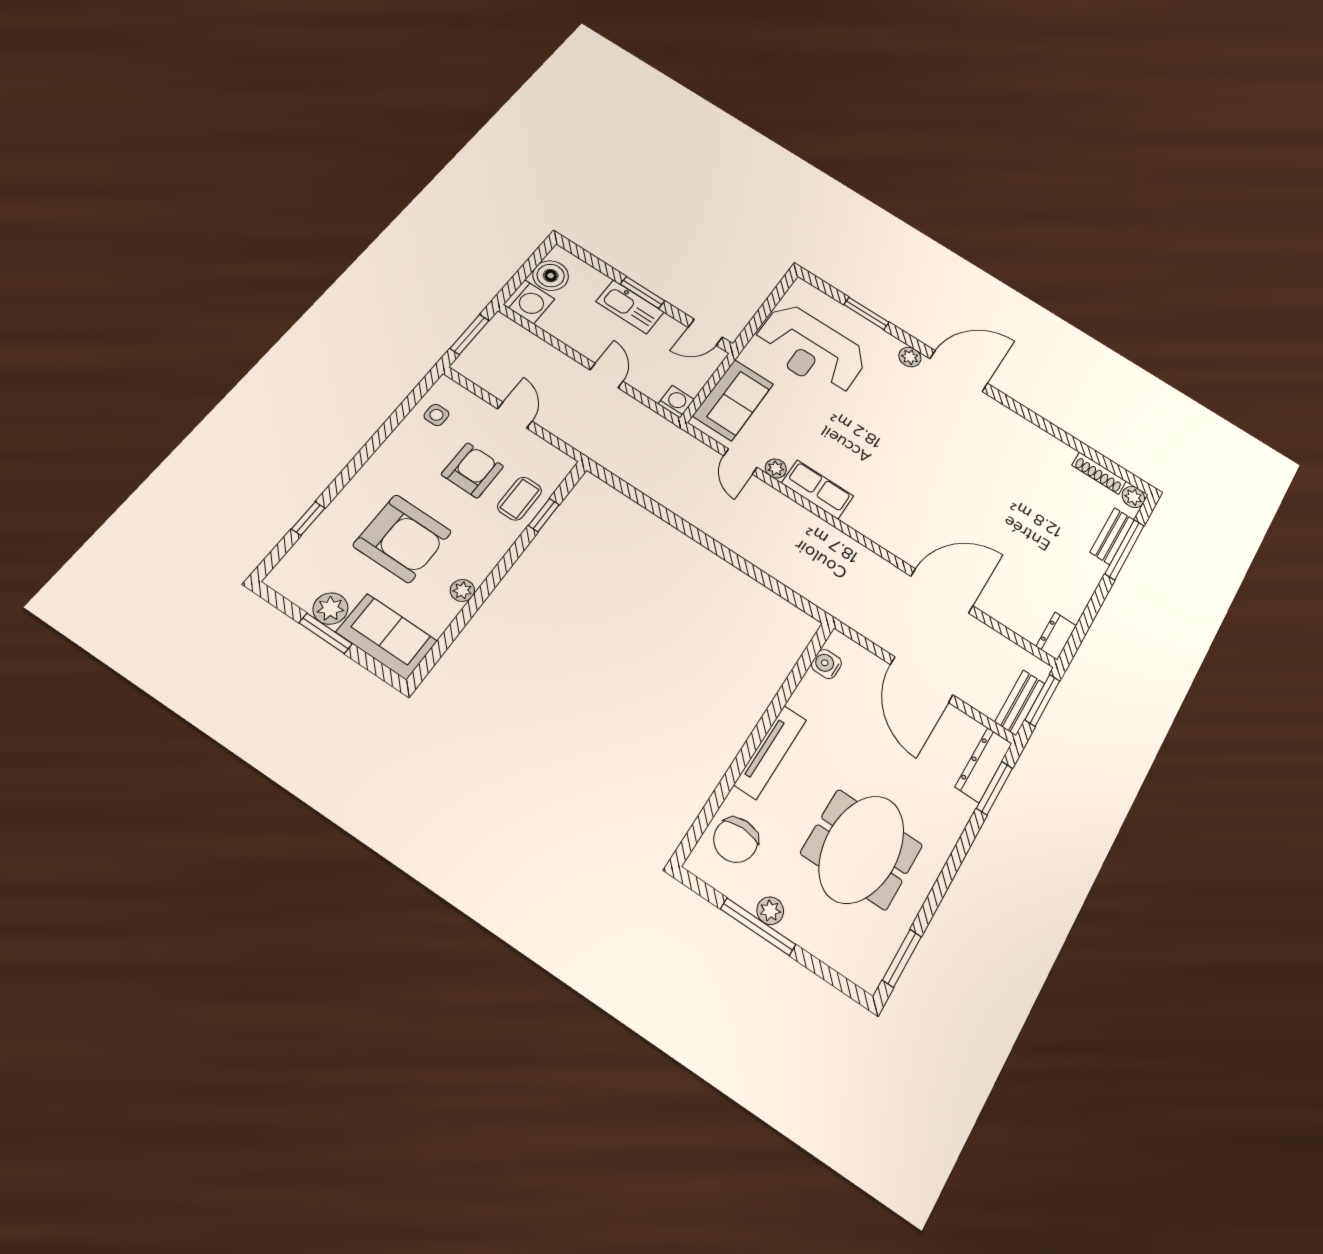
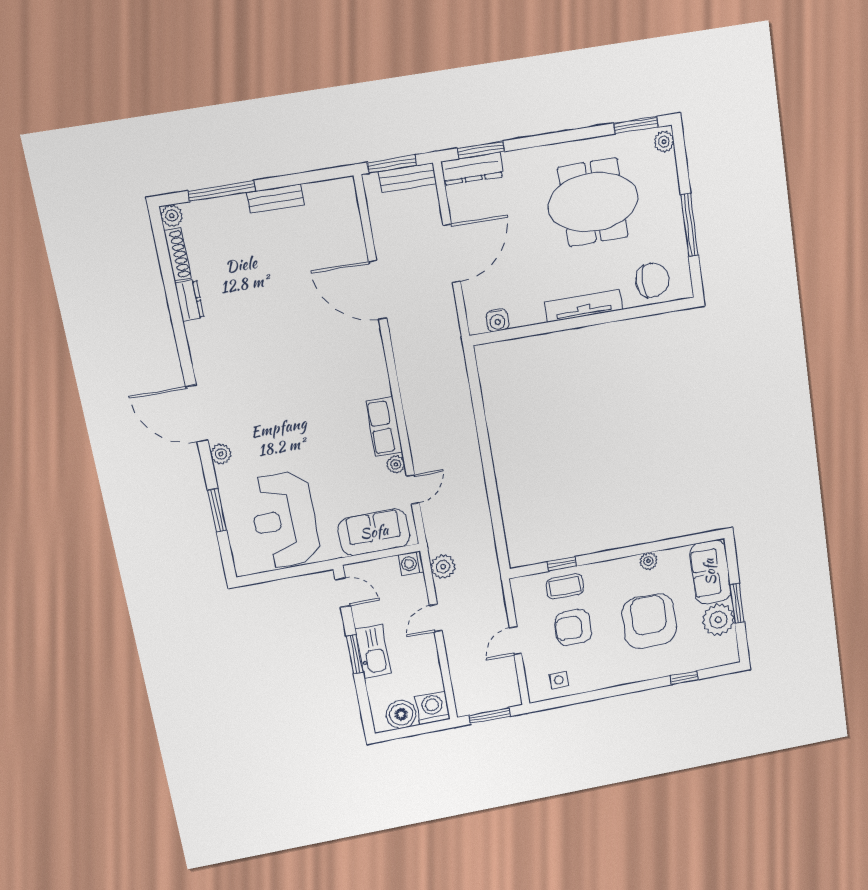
reception desk: (811, 349) -> (285, 520), turned 180
plant: (647, 422) -> (443, 567), added
bench: (1112, 536) -> (276, 199), moved
plant: (330, 609) -> (718, 620), width x1.36, depth x1.36
dresser: (1056, 636) -> (190, 301), moved, turned -90
plant: (770, 911) -> (664, 142), moved

